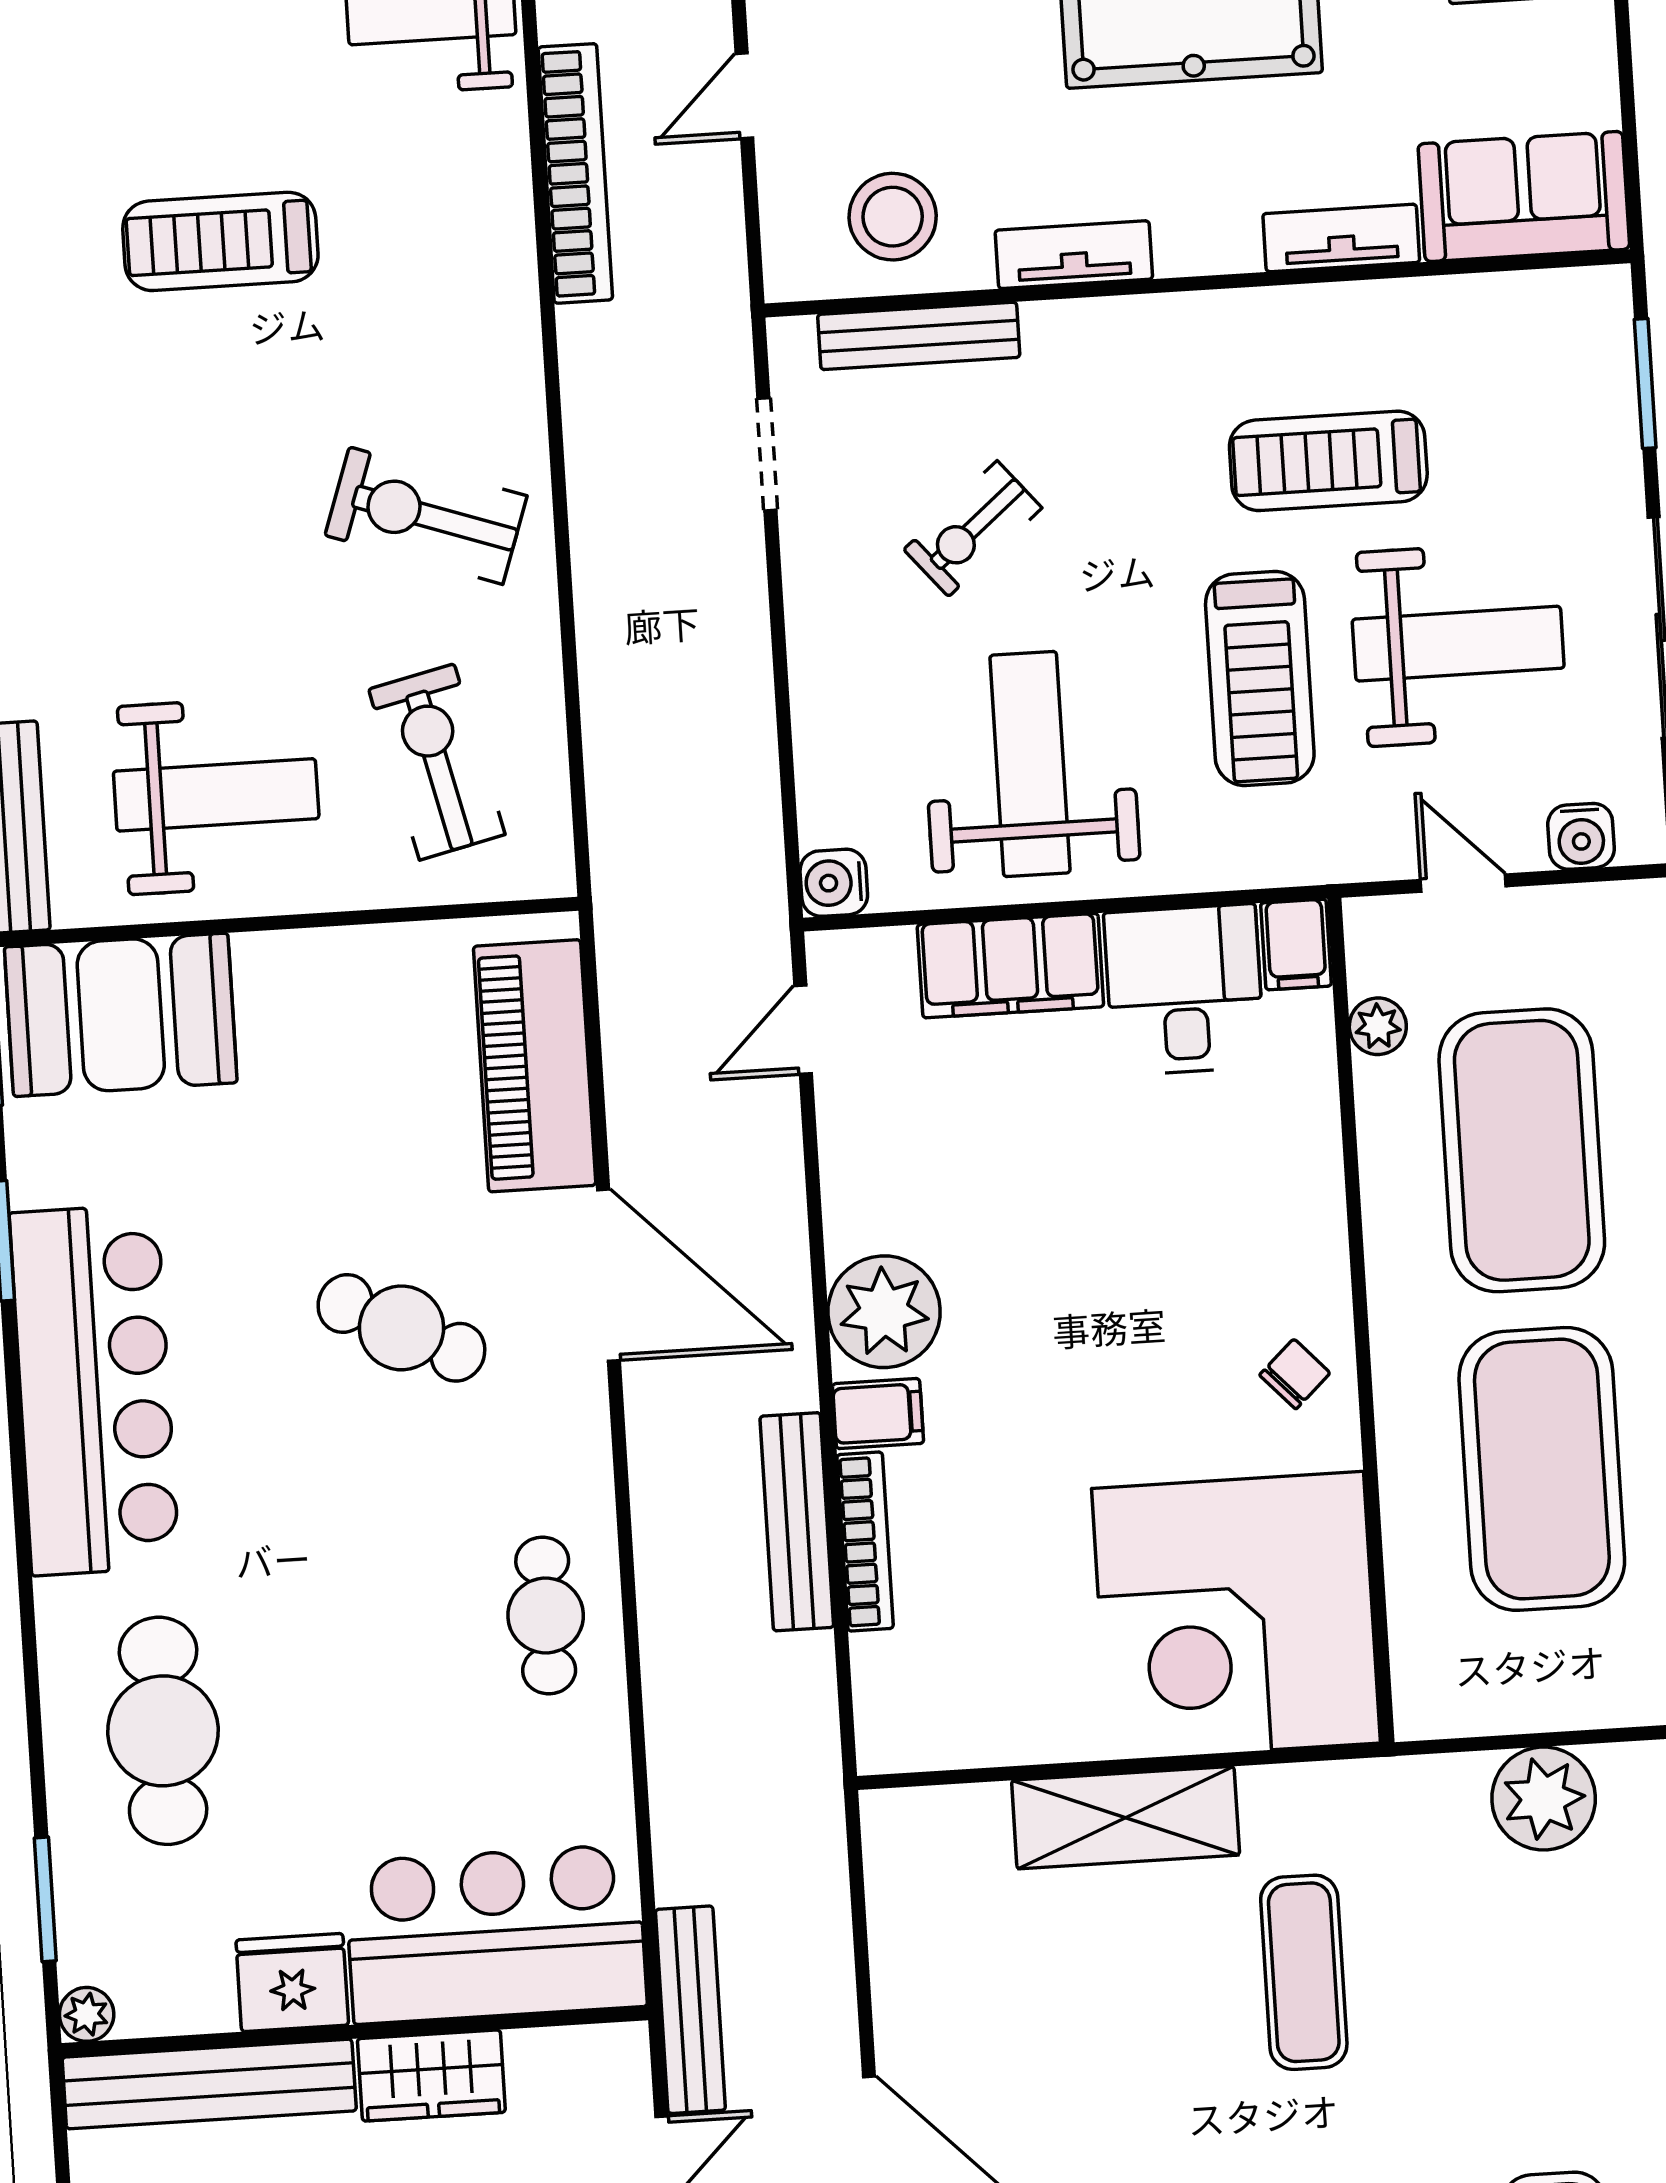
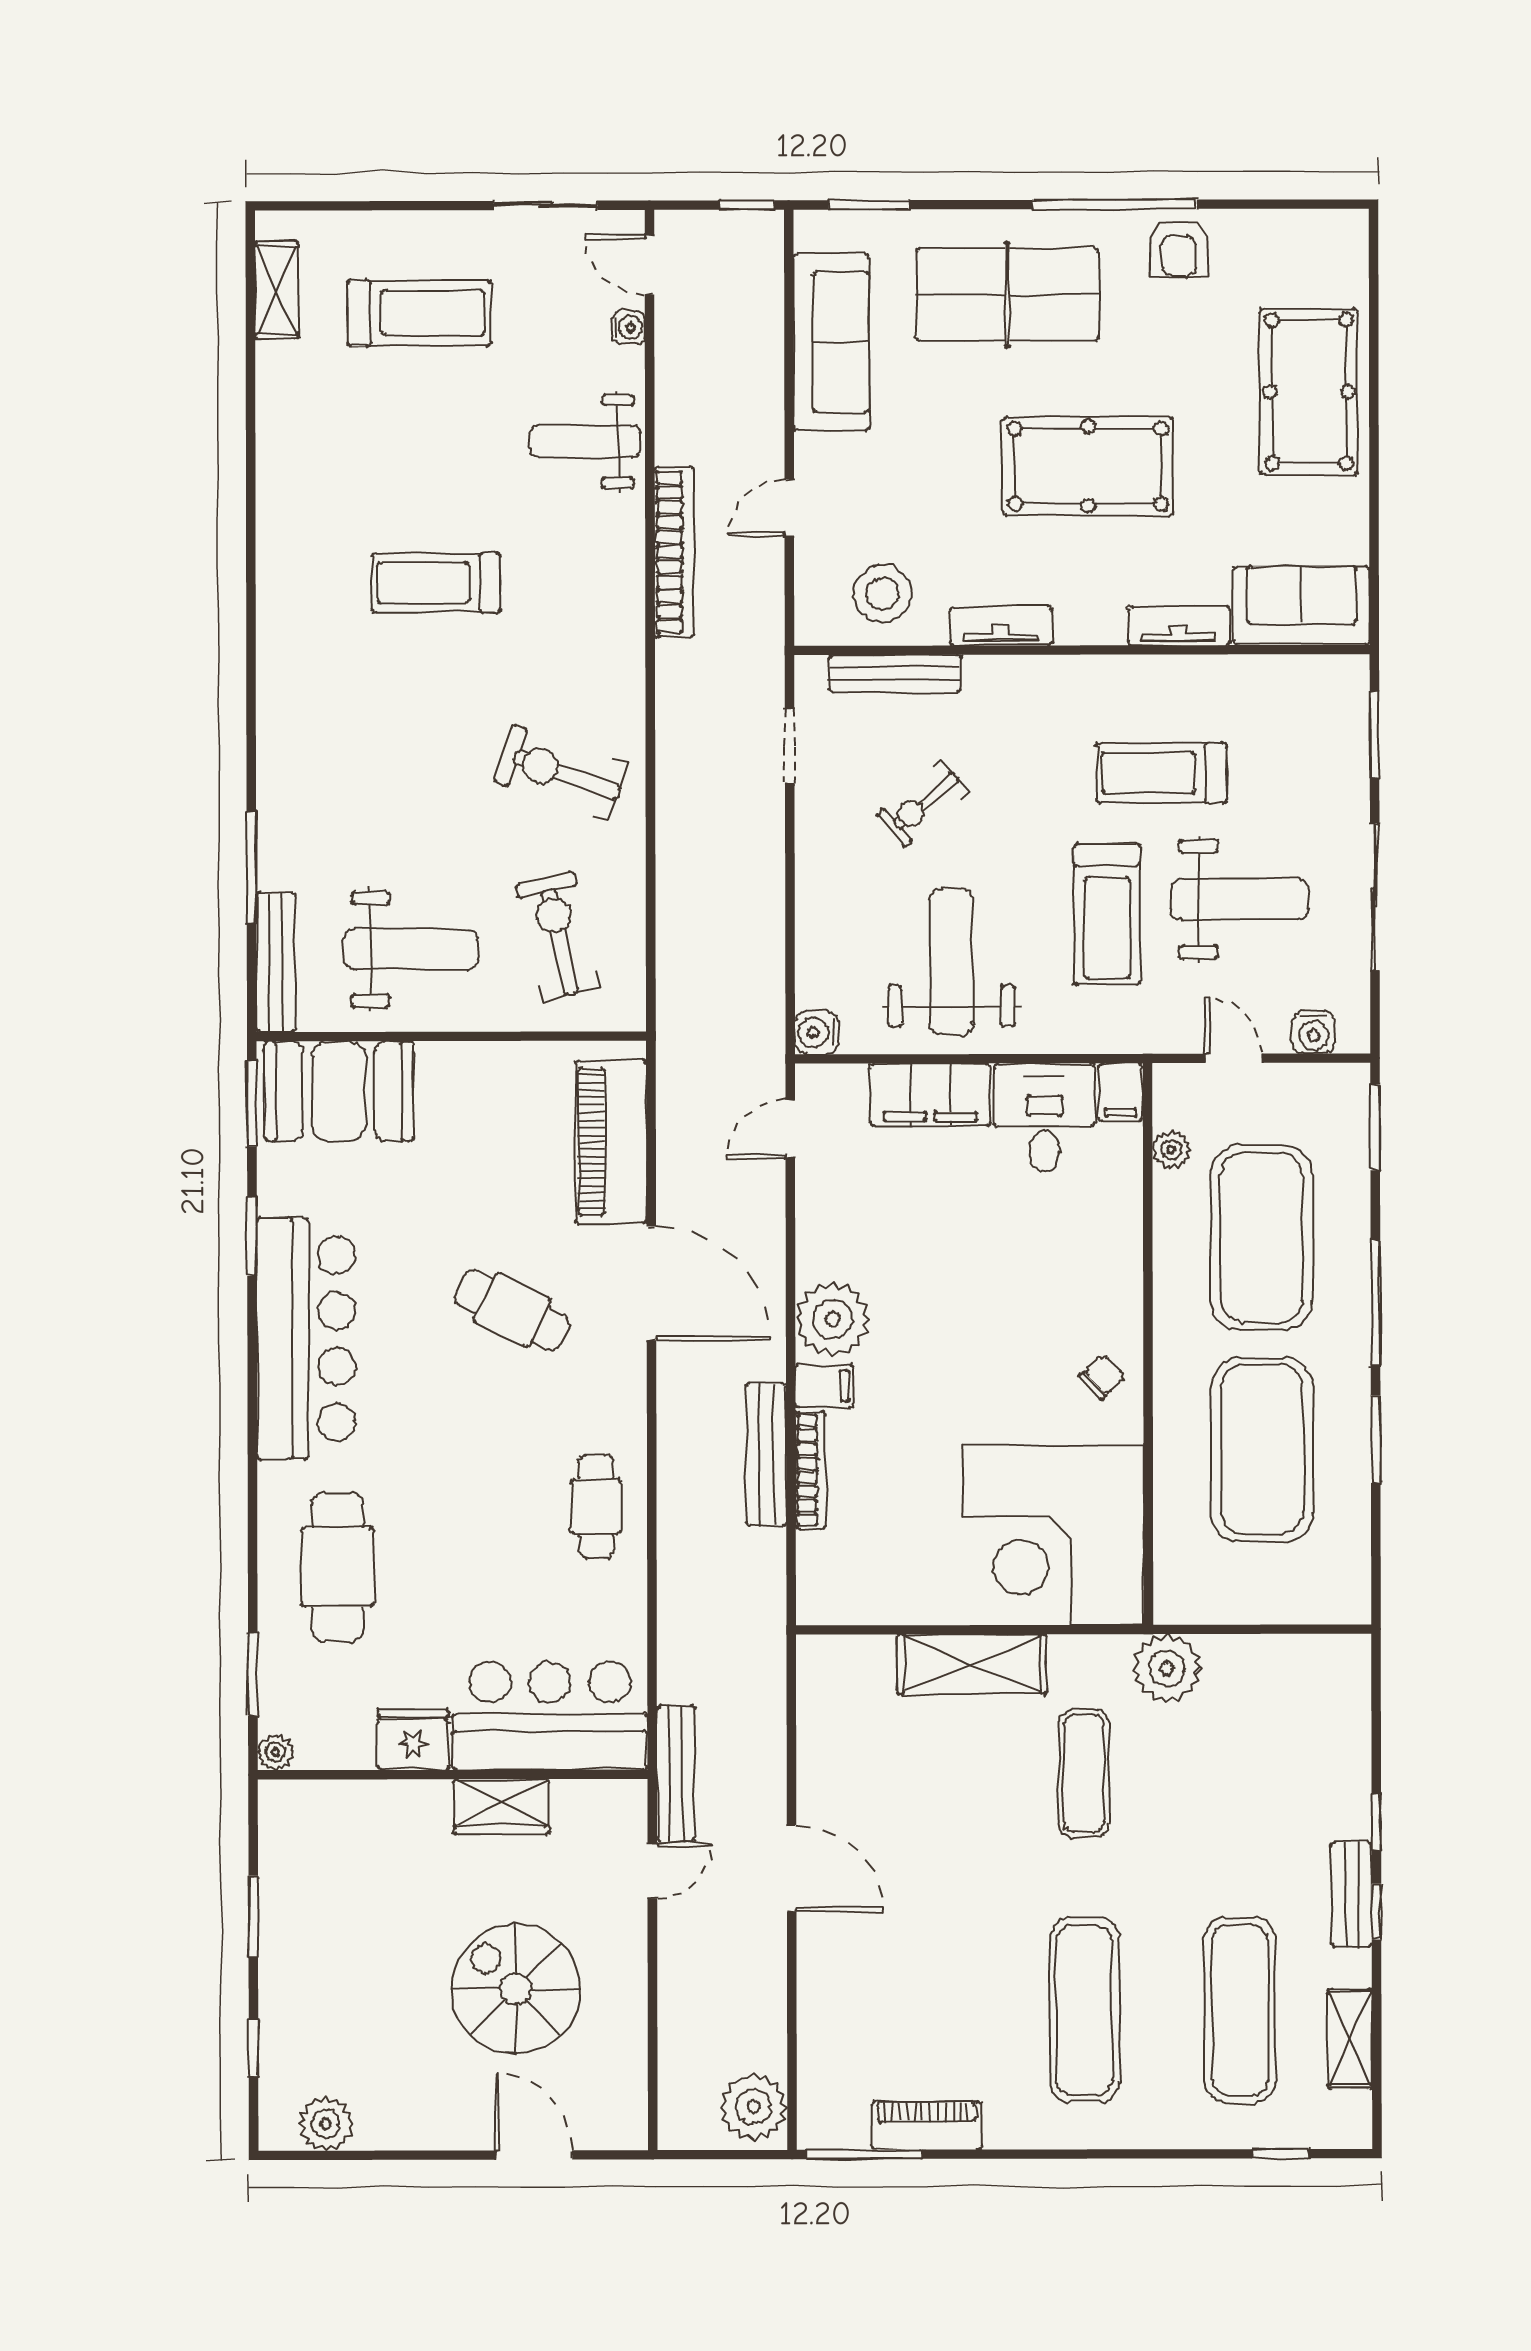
plant: (1544, 1799) -> (1167, 1668), moved
bench: (209, 2084) -> (354, 1803), removed

